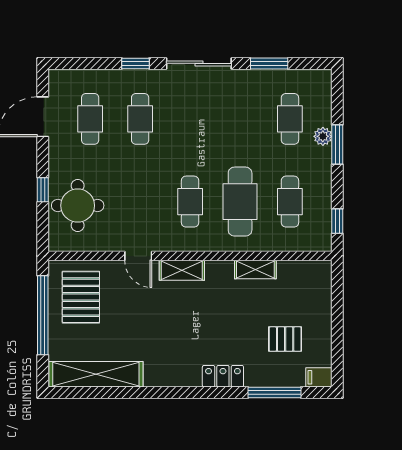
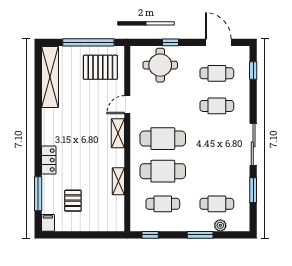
window: (135, 63) -> (253, 71), moved
plant: (323, 136) -> (220, 225), moved
cafe table: (190, 202) -> (163, 139), width x1.37, depth x1.35

